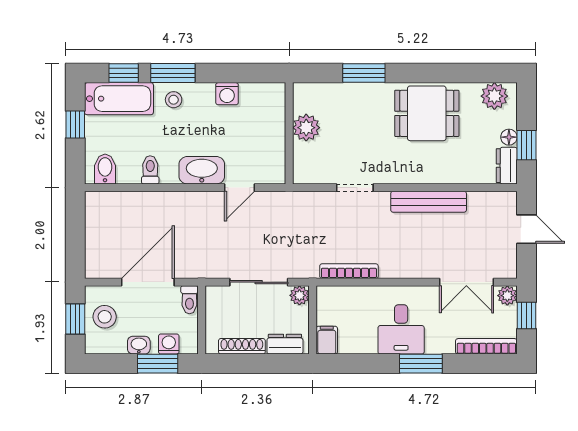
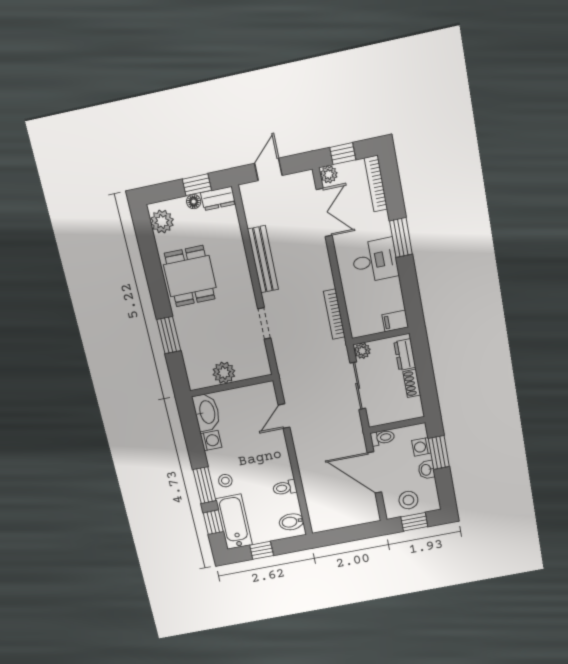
washbasin: (202, 170) -> (207, 412), moved, turned 180
door: (240, 188) -> (284, 416), swing flipped
shoe rack: (242, 346) -> (412, 383), width x0.70

